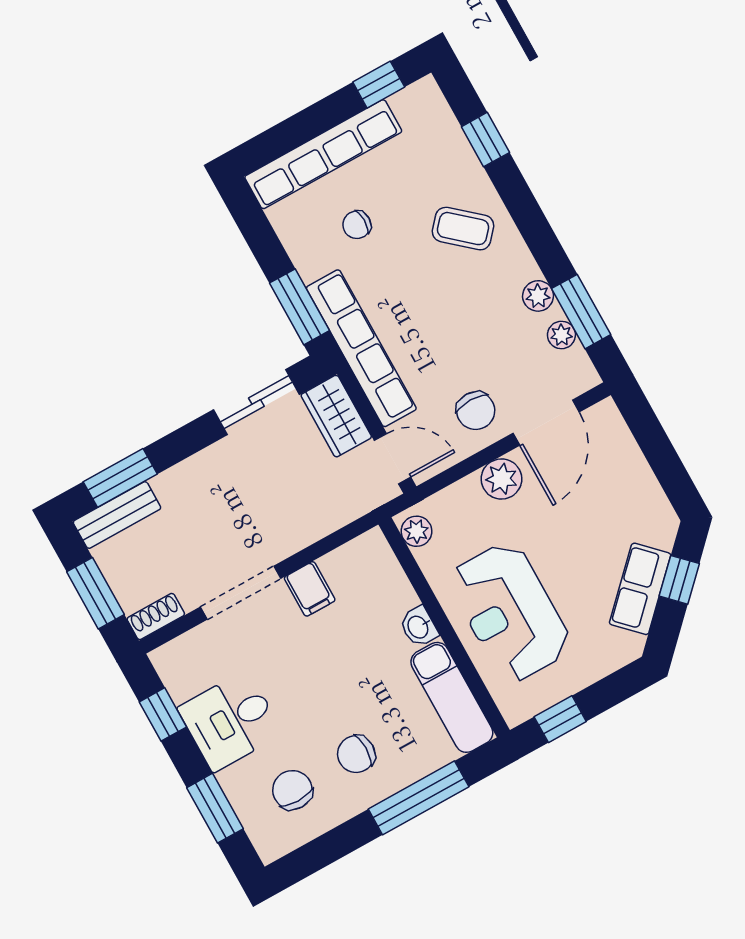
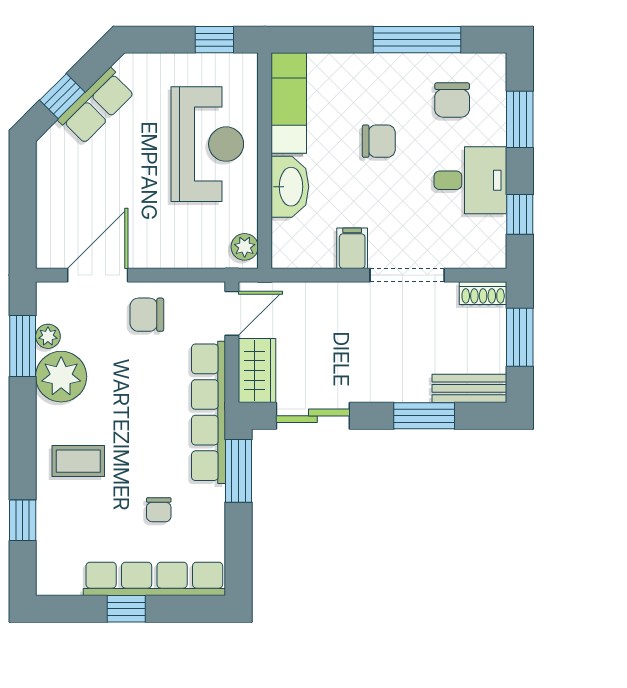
window: (379, 85) -> (126, 609), moved
chair: (357, 225) -> (159, 510), turned 90
coffee table: (463, 229) -> (78, 461), turned -41
plant: (538, 296) -> (61, 377), width x1.87, depth x1.87
chair: (476, 411) -> (147, 315), turned -90
door: (393, 459) -> (232, 313), swing flipped
window: (120, 478) -> (424, 416), moved
plant: (501, 479) -> (156, 251), removed
washbasin: (419, 627) -> (290, 187), width x1.91, depth x1.45
chair: (356, 754) -> (379, 141), moved
window: (419, 798) -> (417, 40), moved

